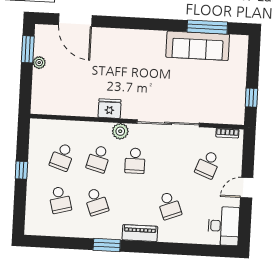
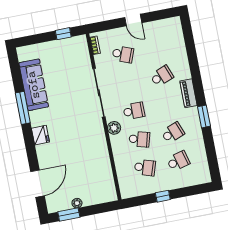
window: (207, 27) -> (23, 108), moved
fridge: (110, 109) -> (40, 135), moved, turned 180
desk: (224, 226) -> (167, 30), removed

